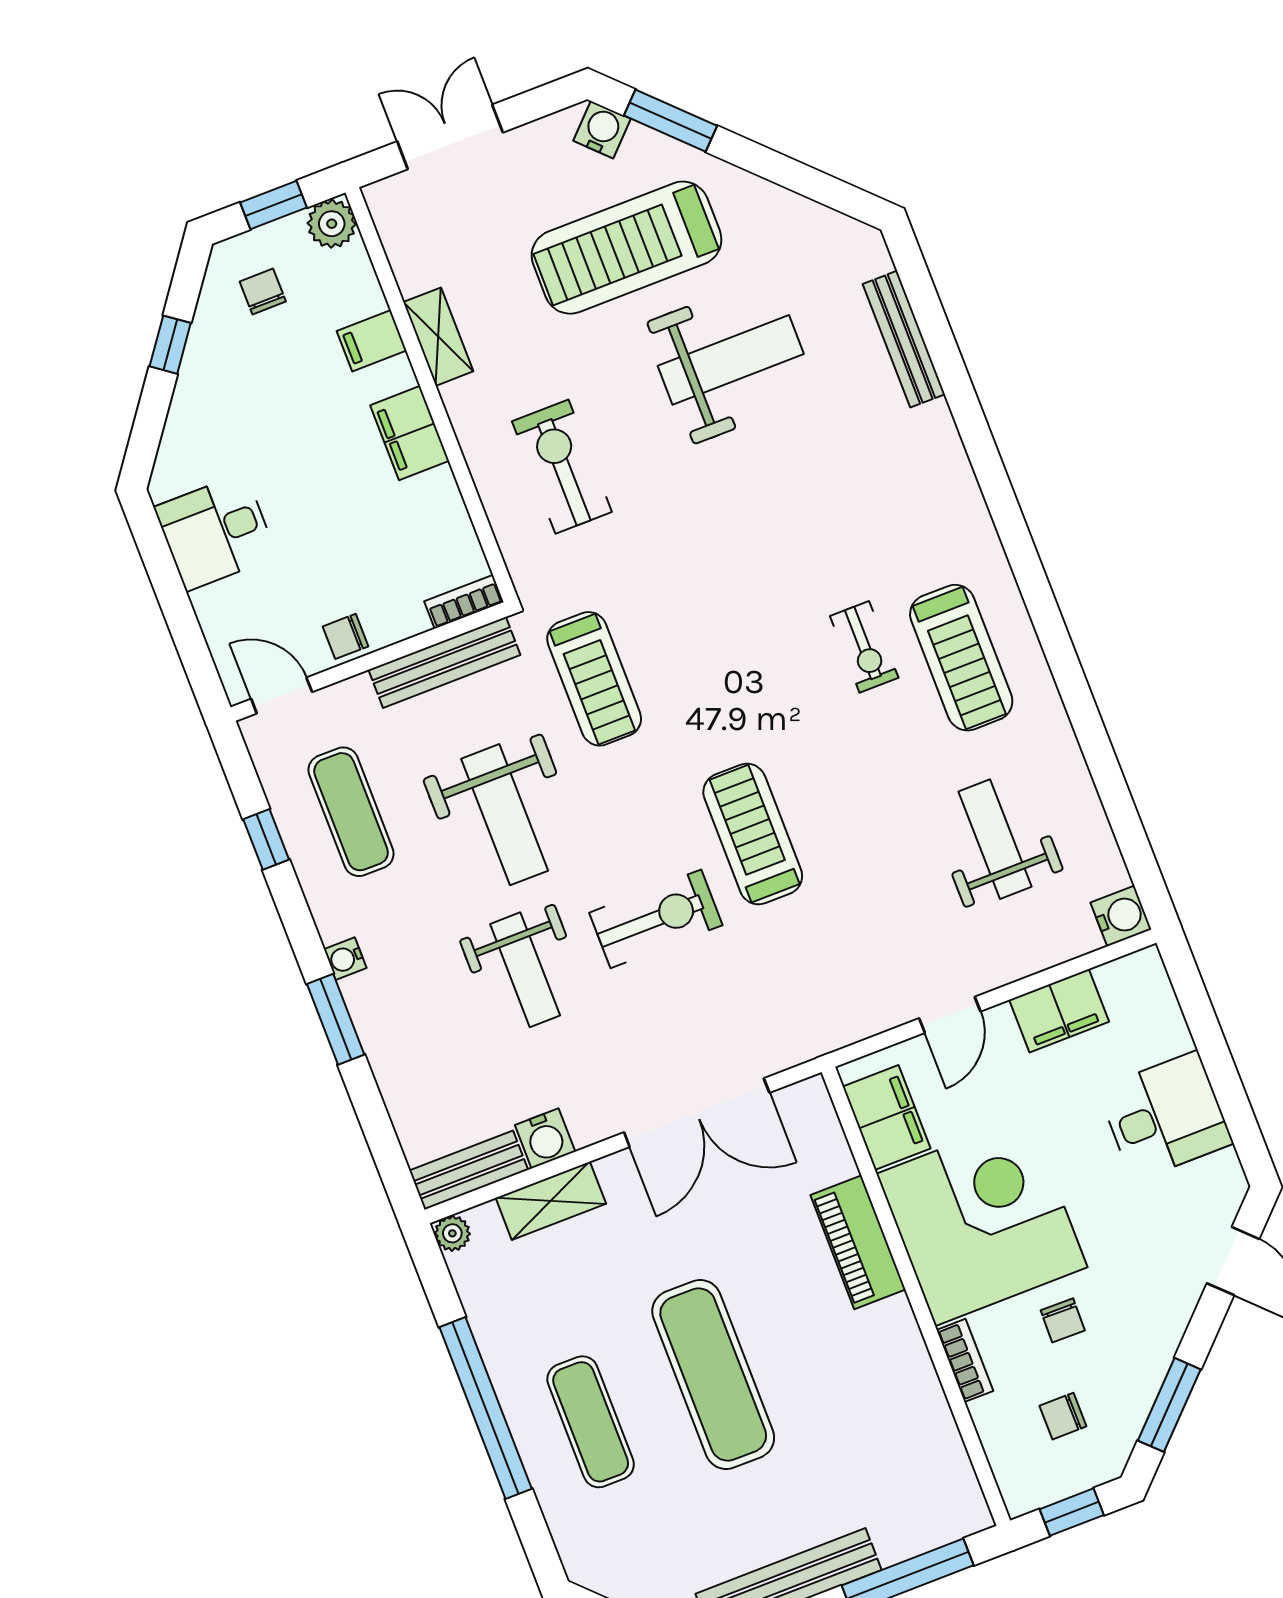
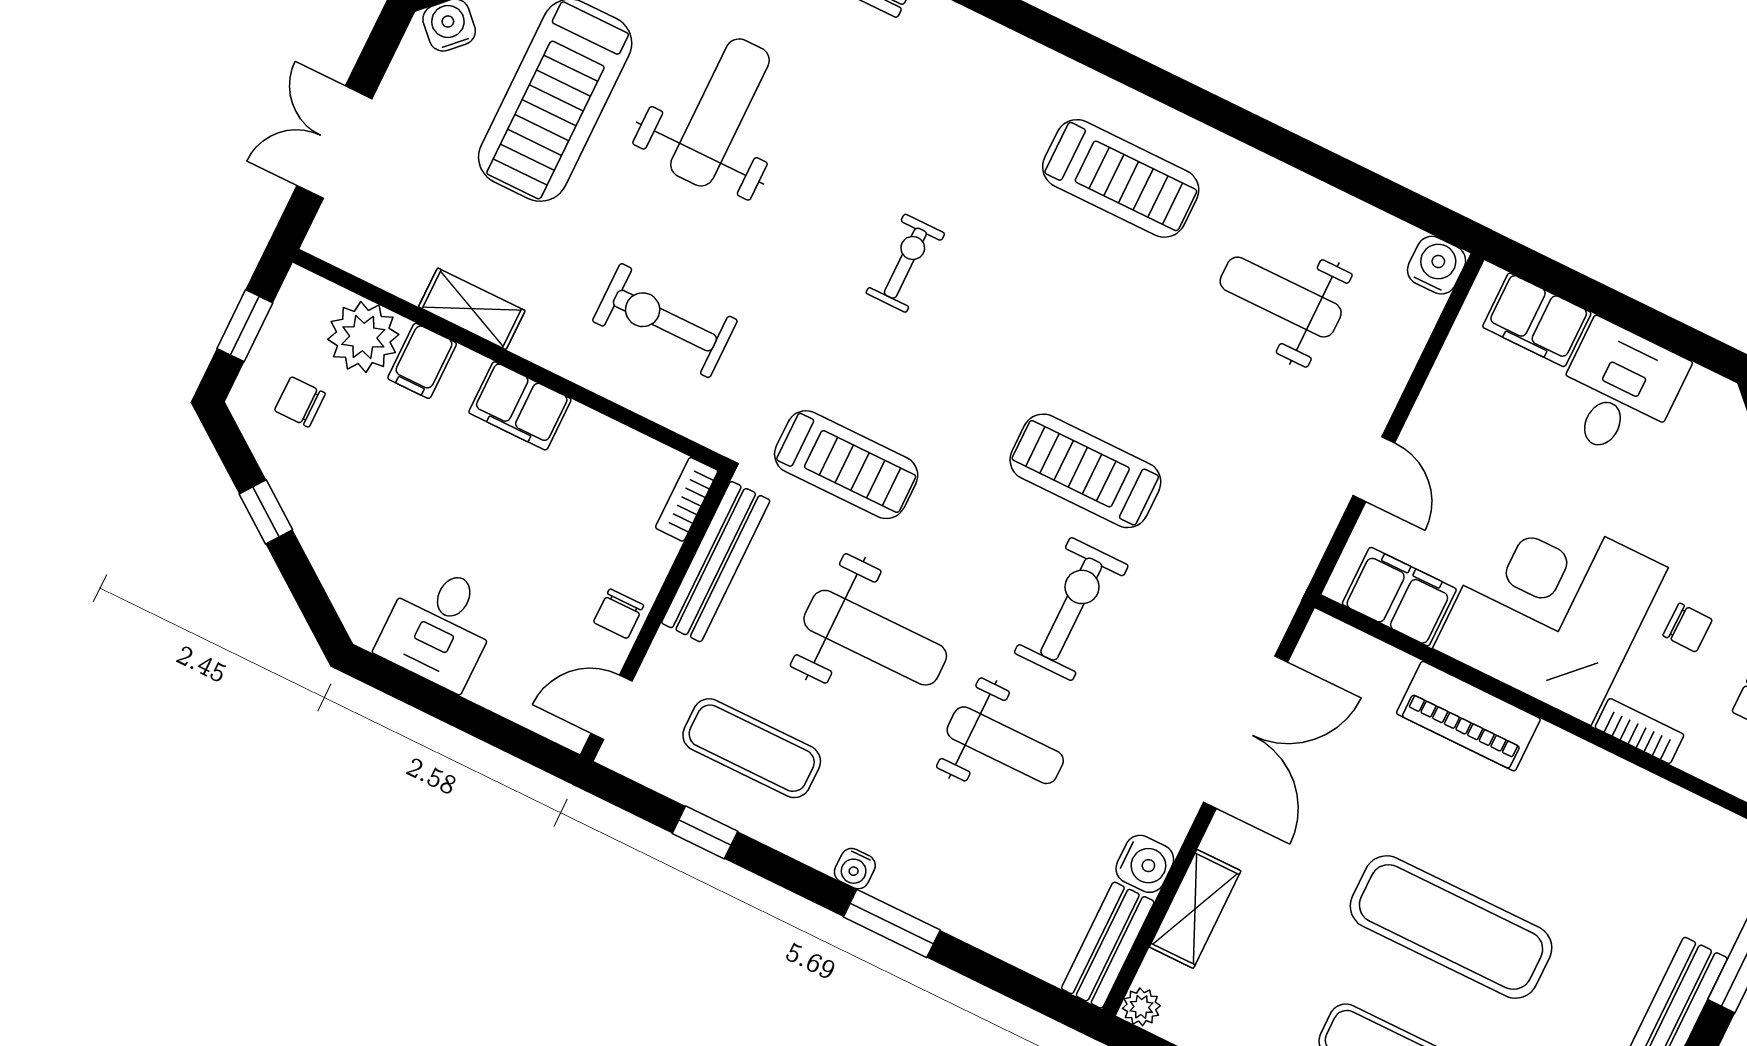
plant: (332, 224) -> (363, 337), moved, width x1.36, depth x1.36
exercise bike: (864, 647) -> (905, 263), moved, turned -90
filing cabinet: (1059, 1011) -> (1537, 320), moved, turned 90

